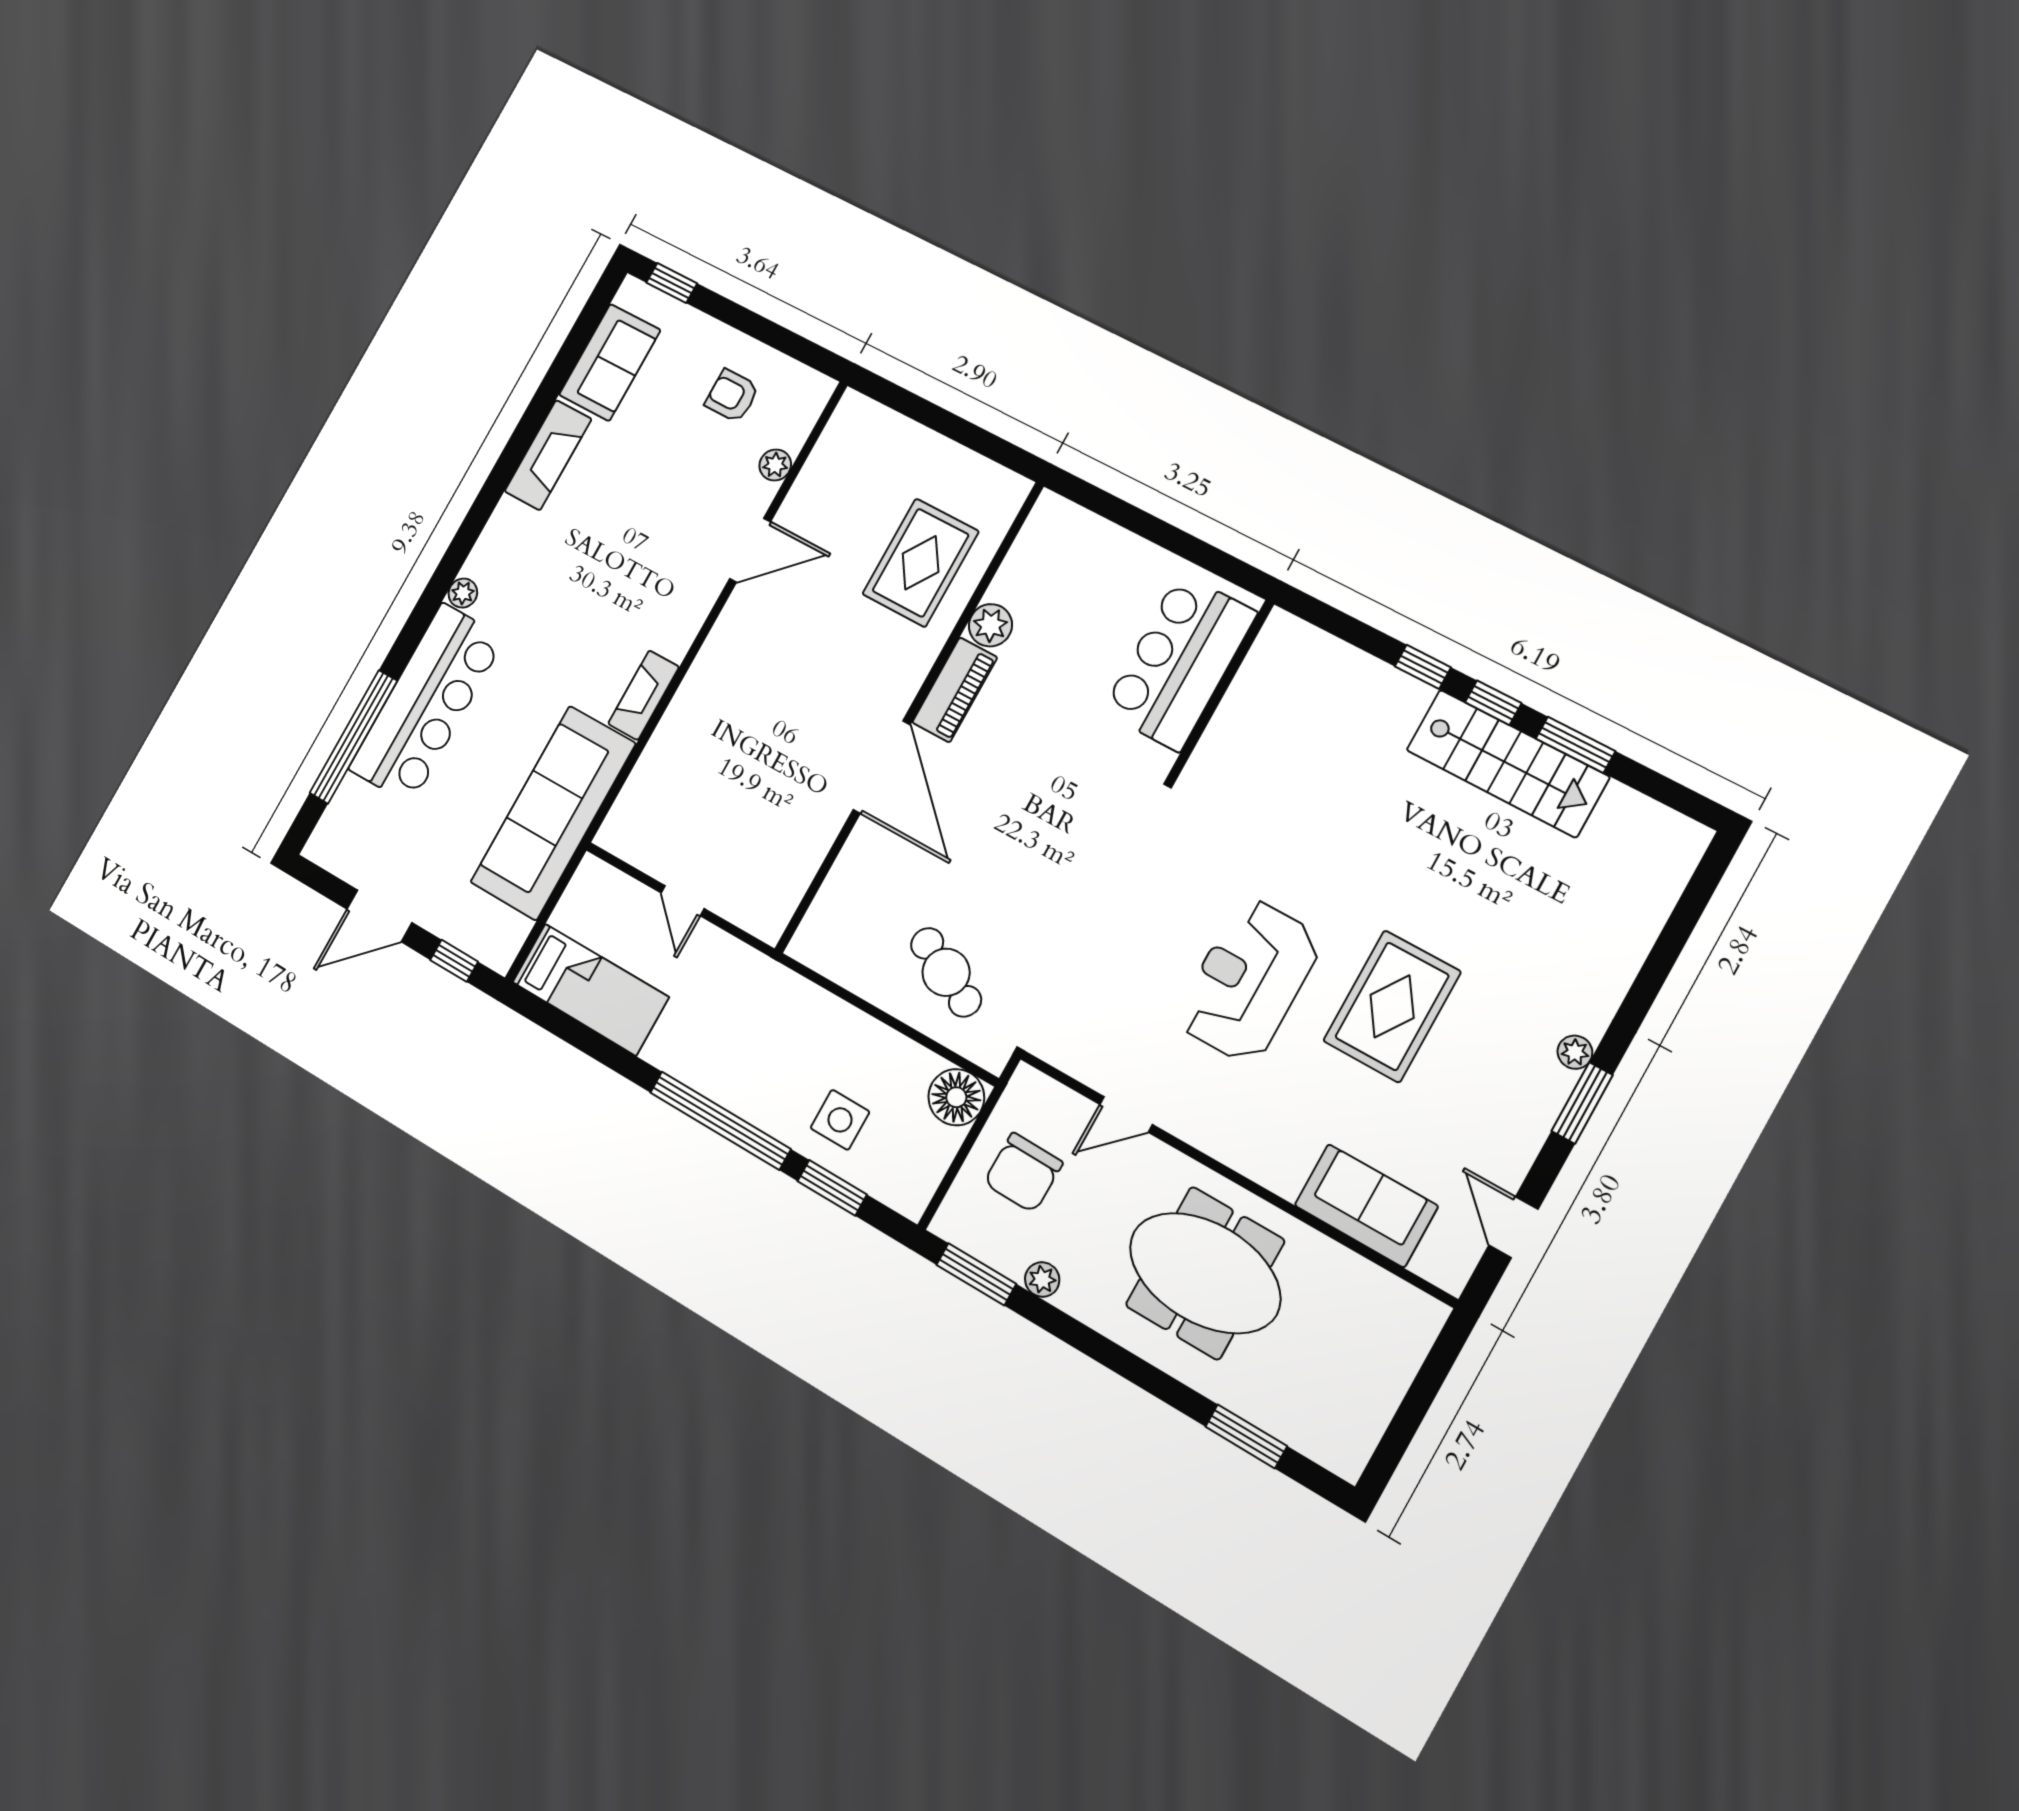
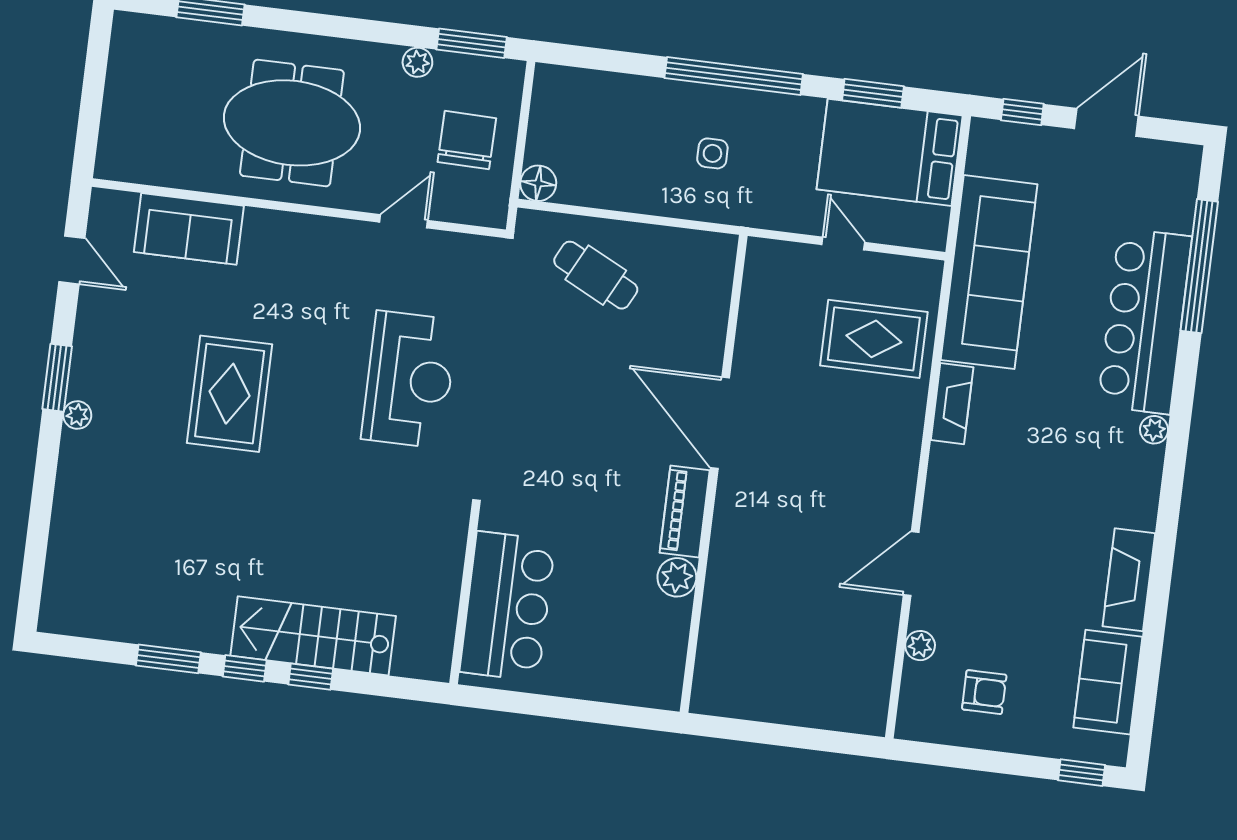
rug: (921, 563) -> (874, 339), moved, turned 90
stairs: (1508, 763) -> (313, 636), moved
reception desk: (1249, 980) -> (409, 379), moved
bed: (590, 990) -> (890, 152), width x1.50
floor lamp: (956, 1097) -> (538, 183), width x0.73, depth x0.73
side table: (840, 1120) -> (712, 153), moved, width x0.73, depth x0.73
window: (832, 1188) -> (873, 93), moved

